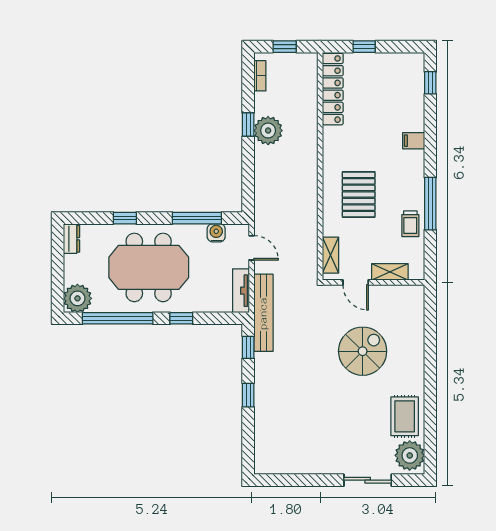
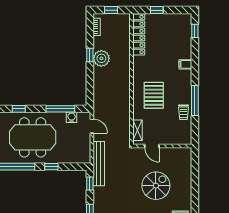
shelving: (390, 272) -> (172, 140), removed
tv unit: (241, 291) -> (86, 151), removed

